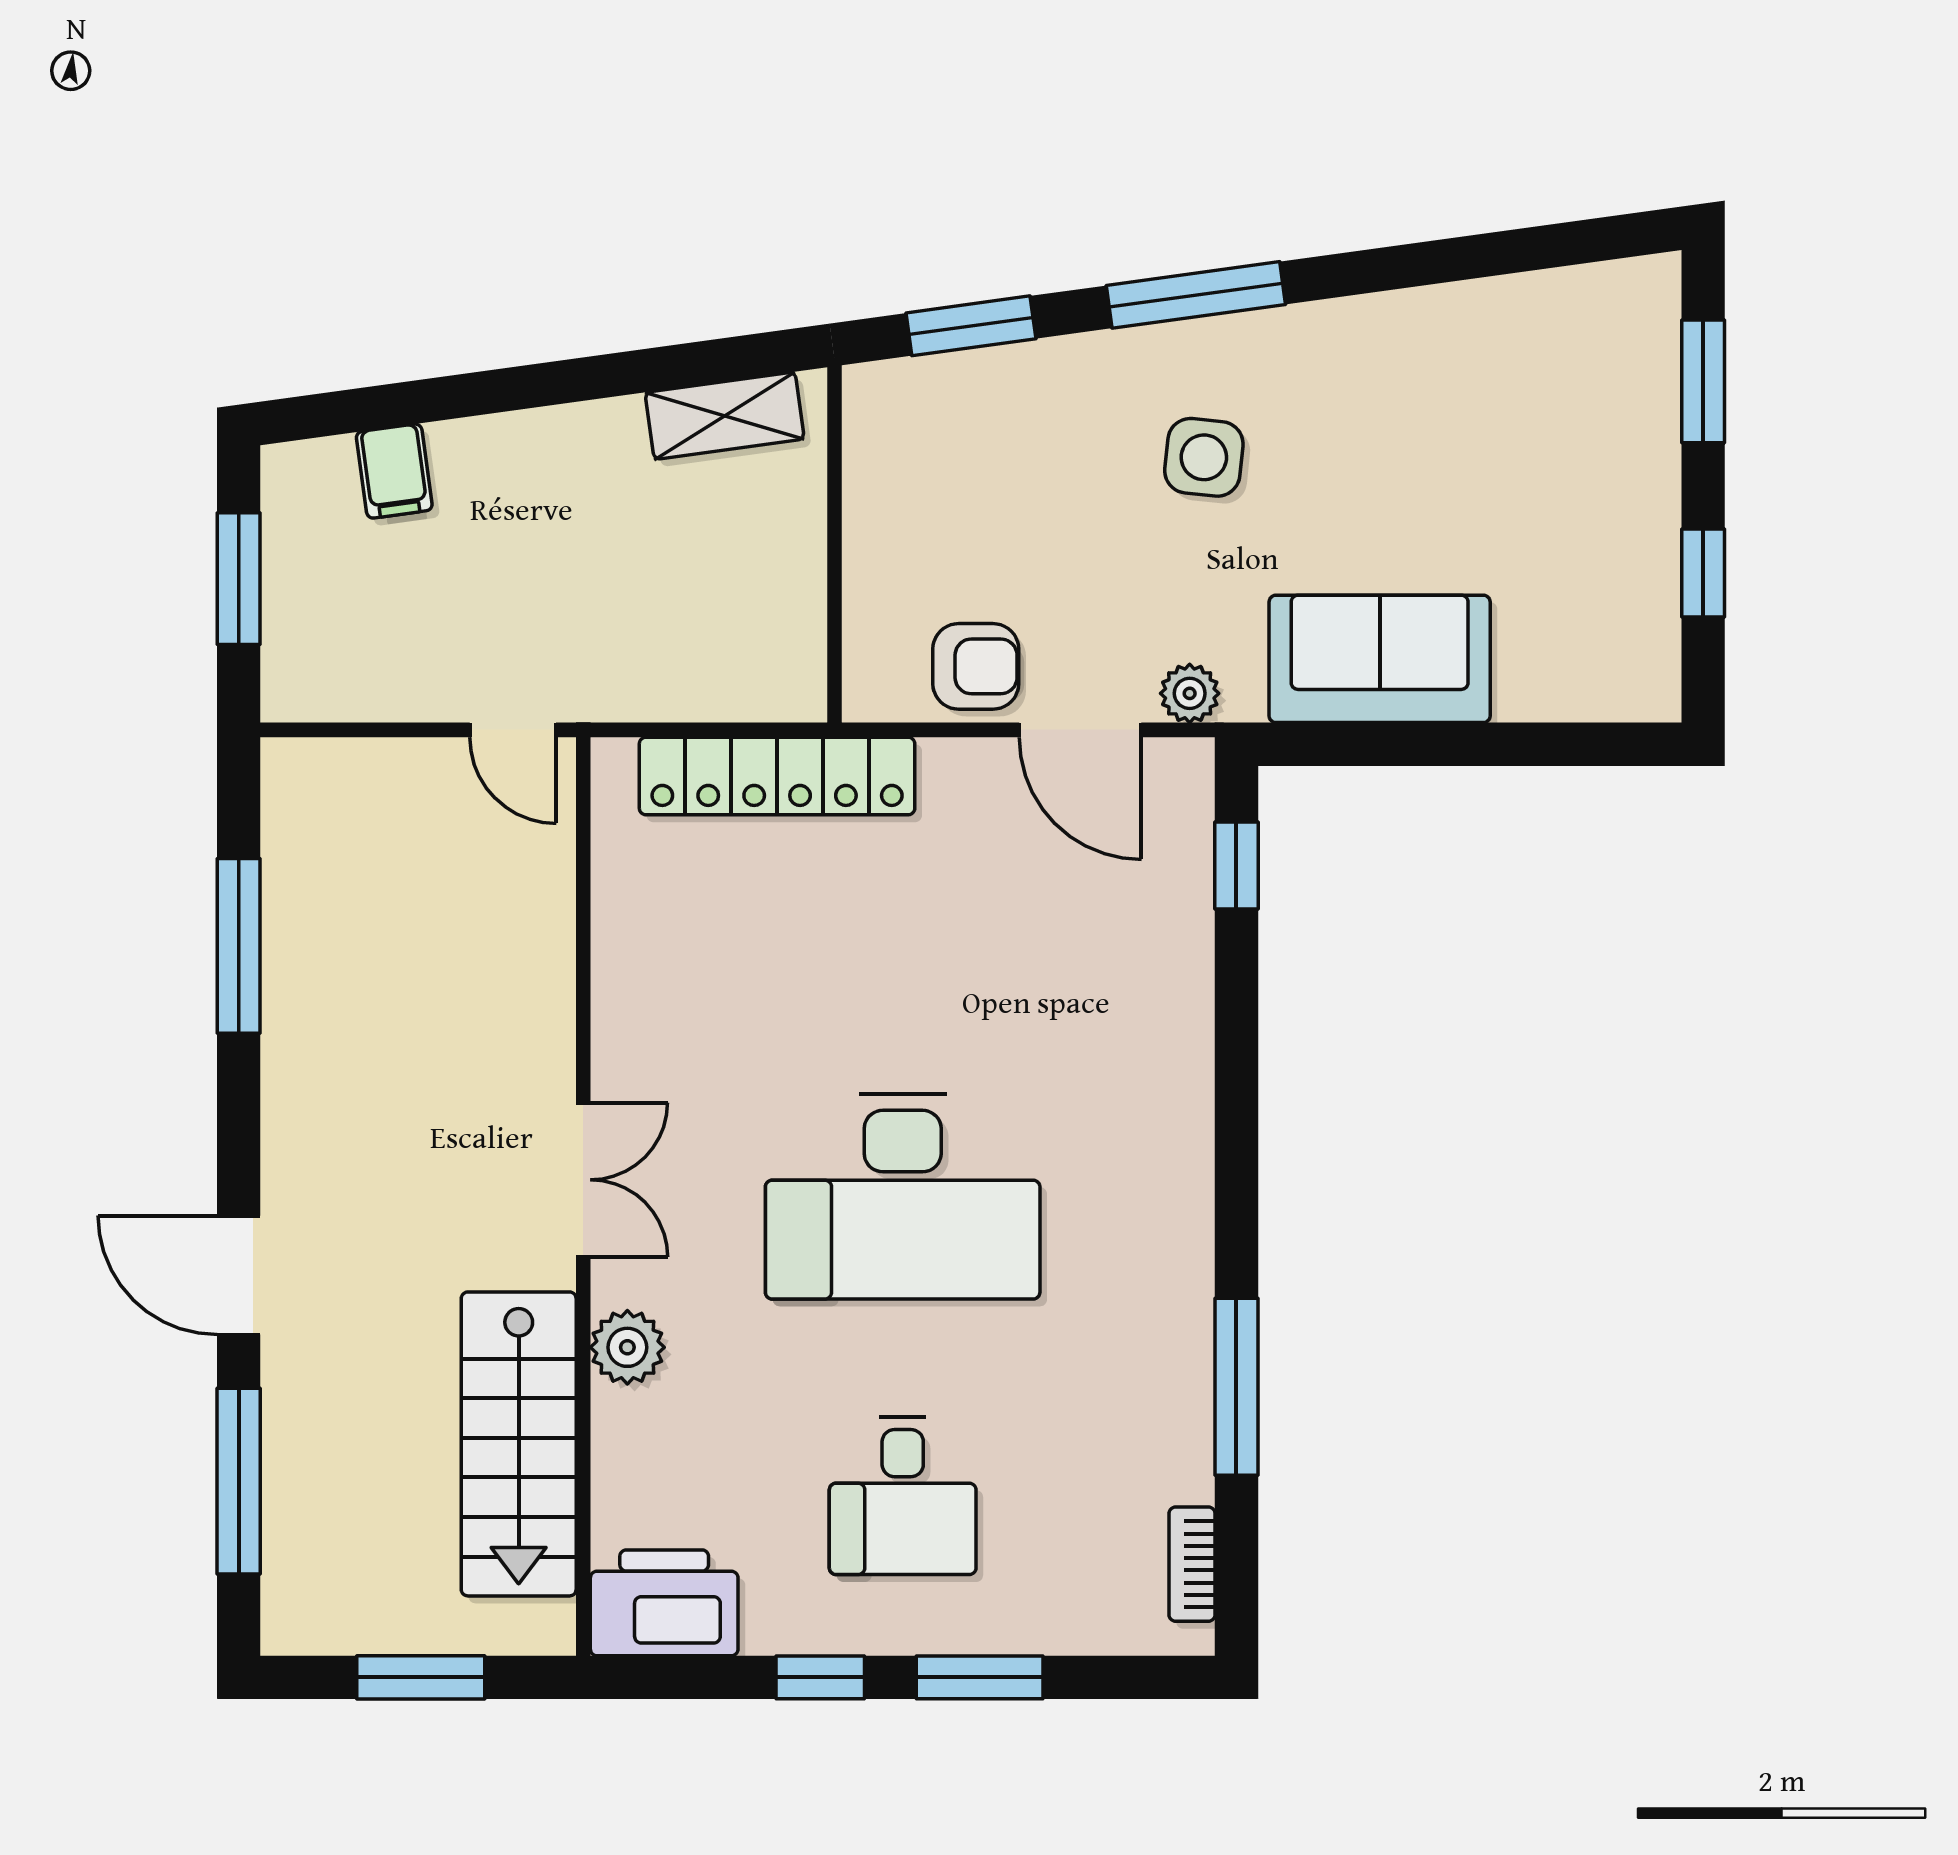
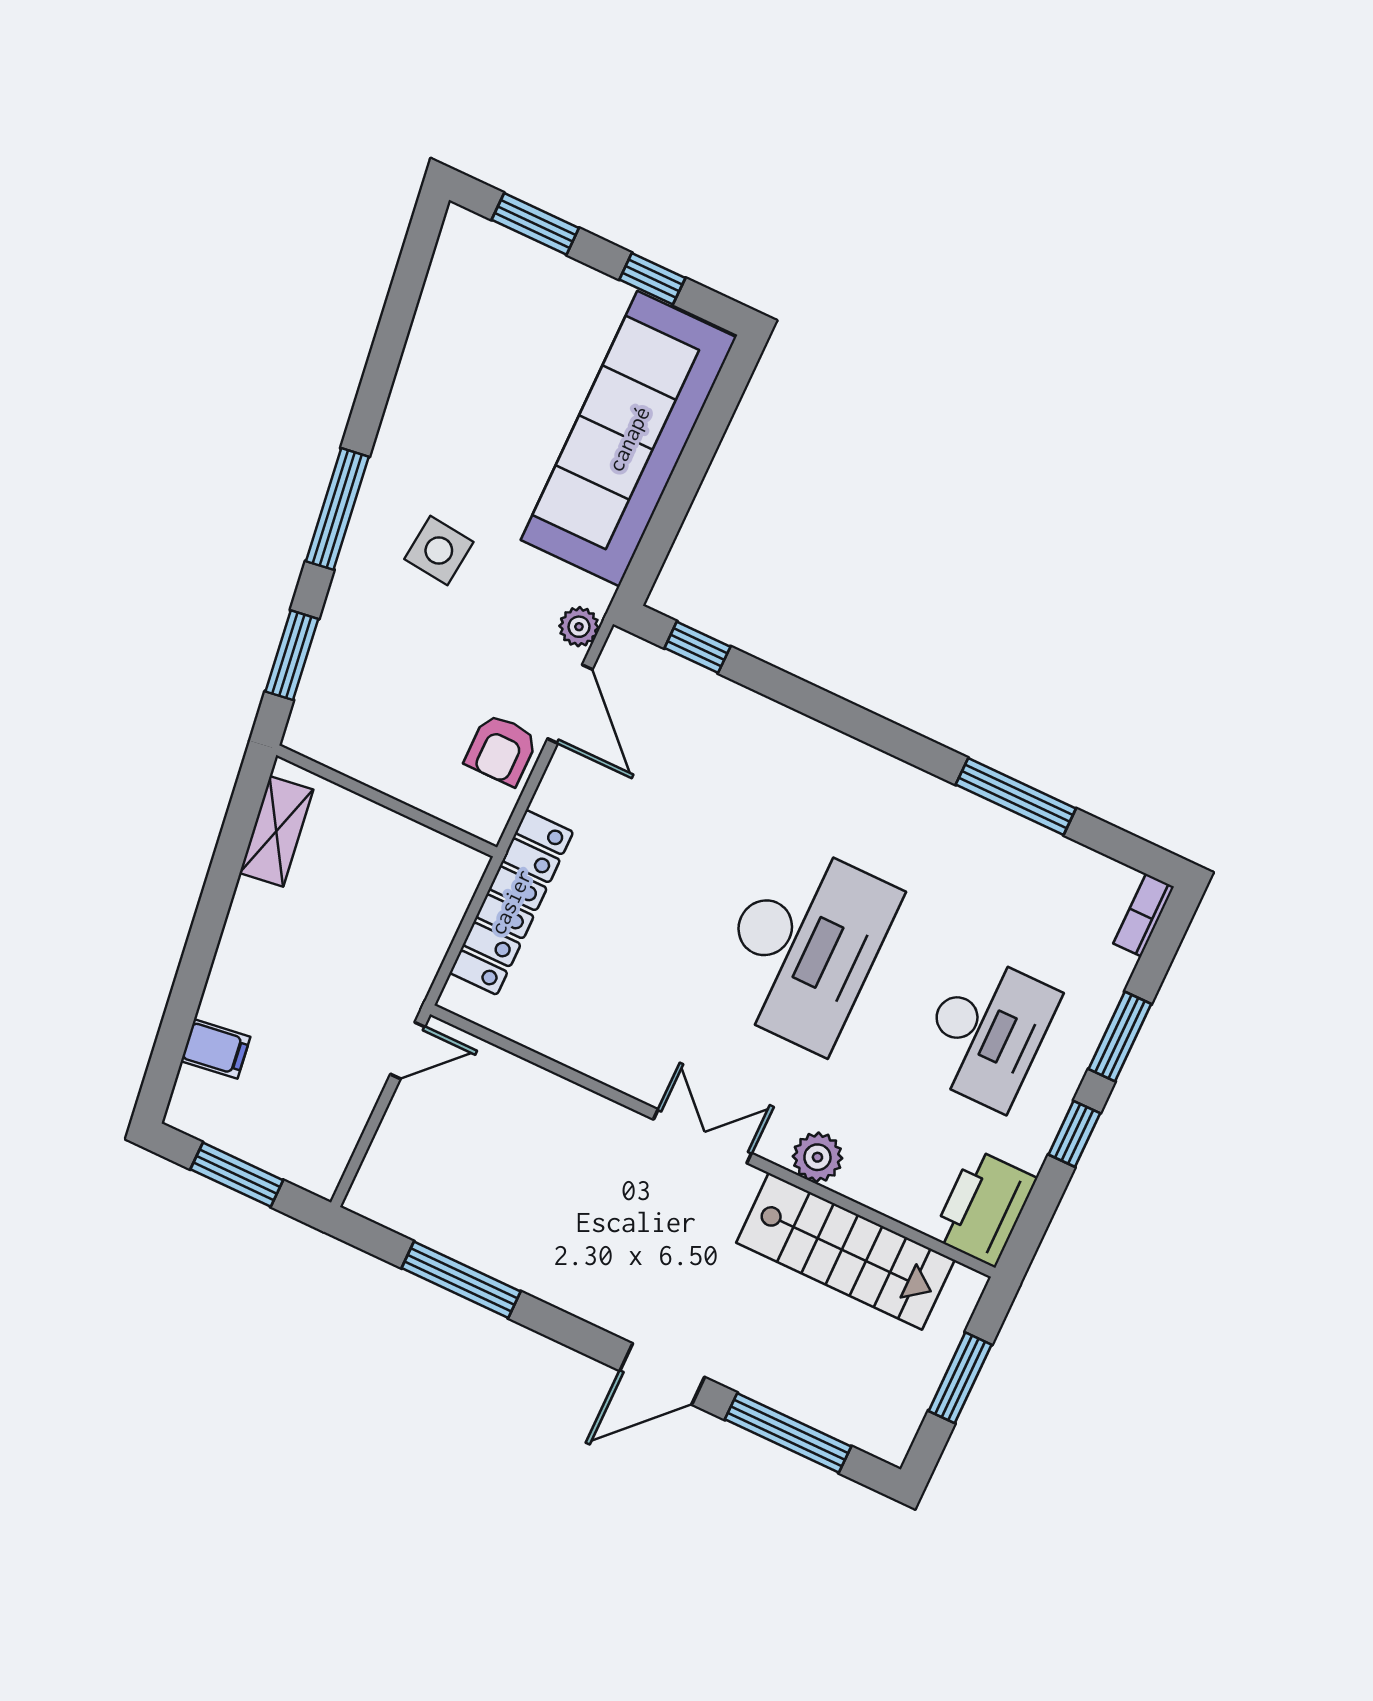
sofa: (1380, 659) -> (629, 439), width x1.85, depth x1.27
armchair: (976, 666) -> (501, 750), turned 180
door: (1080, 730) -> (570, 704), hinge flipped
desk: (903, 1496) -> (987, 1032), width x1.37
bookcase: (1192, 1564) -> (1144, 915), moved, turned 90

